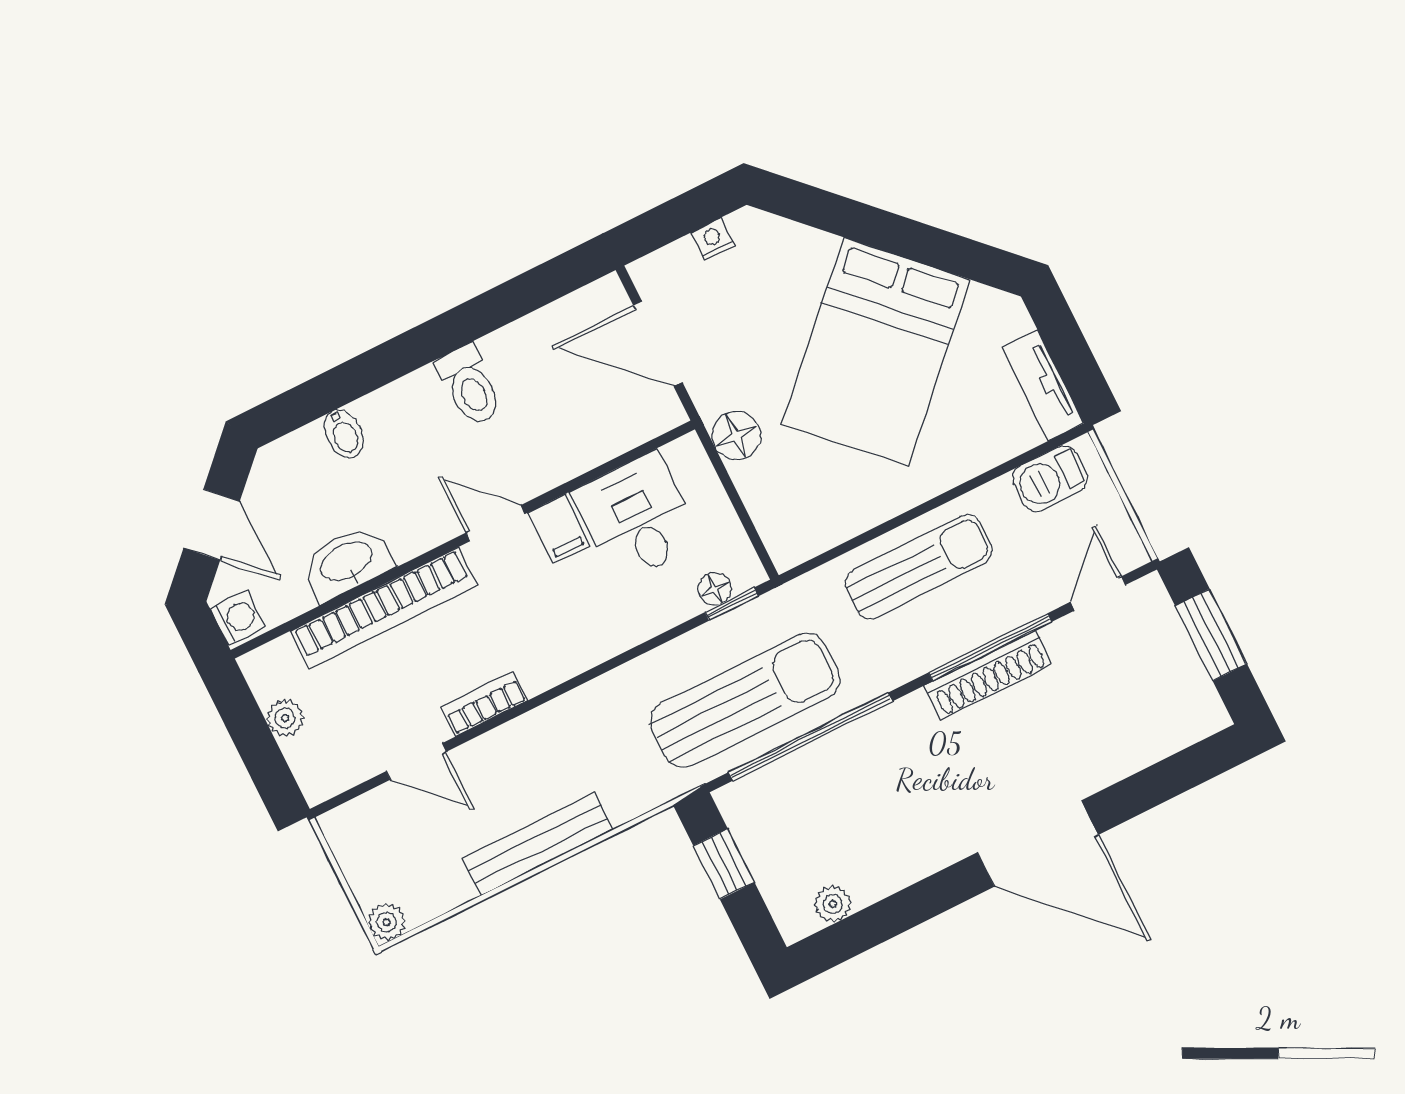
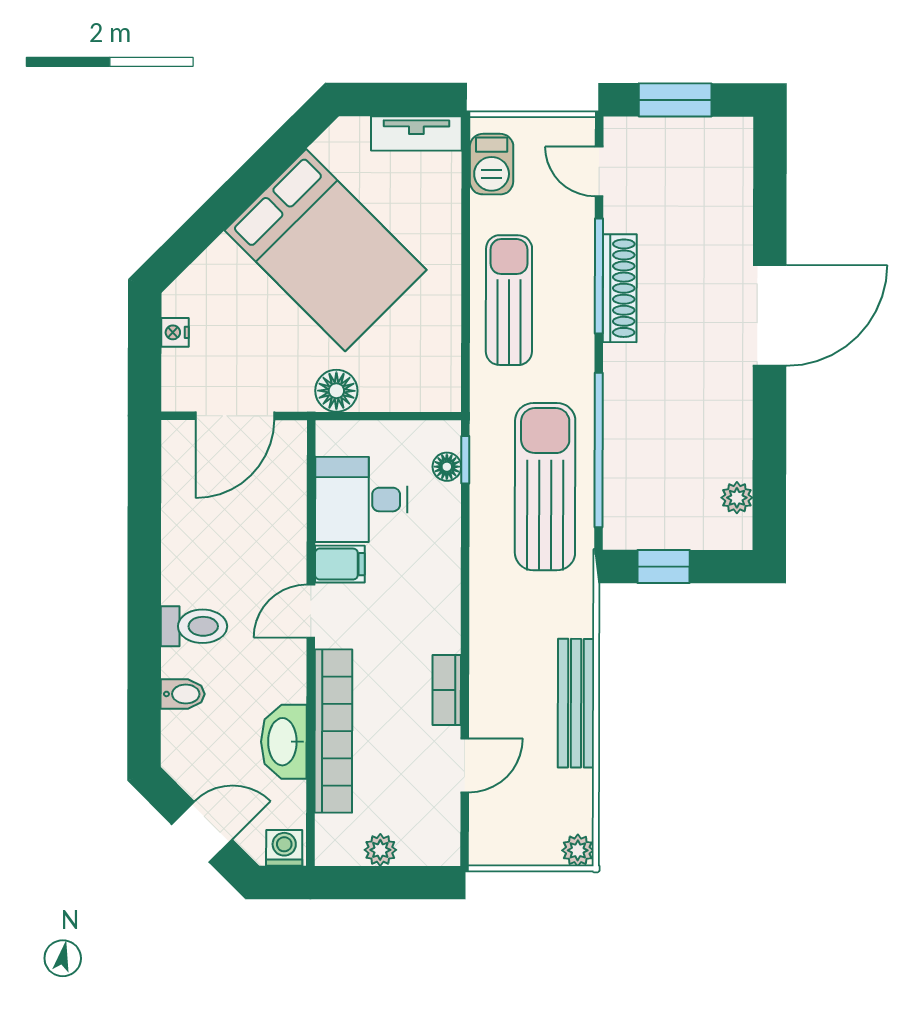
toilet: (469, 386) -> (194, 626), moved

